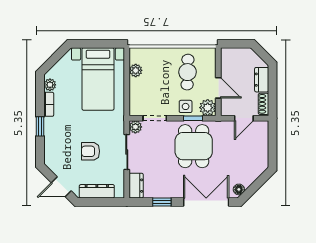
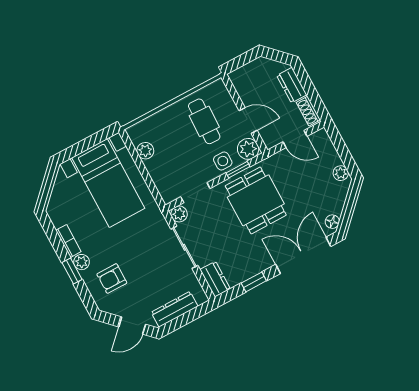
plant: (50, 85) -> (82, 262), moved
door: (244, 118) -> (295, 139), hinge flipped
armchair: (91, 151) -> (112, 279), moved
plant: (263, 159) -> (341, 173), added

